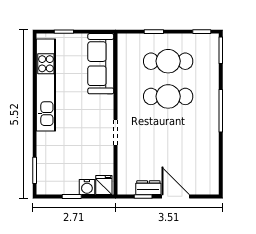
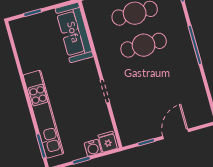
kitchen unit: (46, 85) -> (43, 114), moved
dresser: (148, 188) -> (149, 133), removed
door: (176, 196) -> (176, 134), hinge flipped

